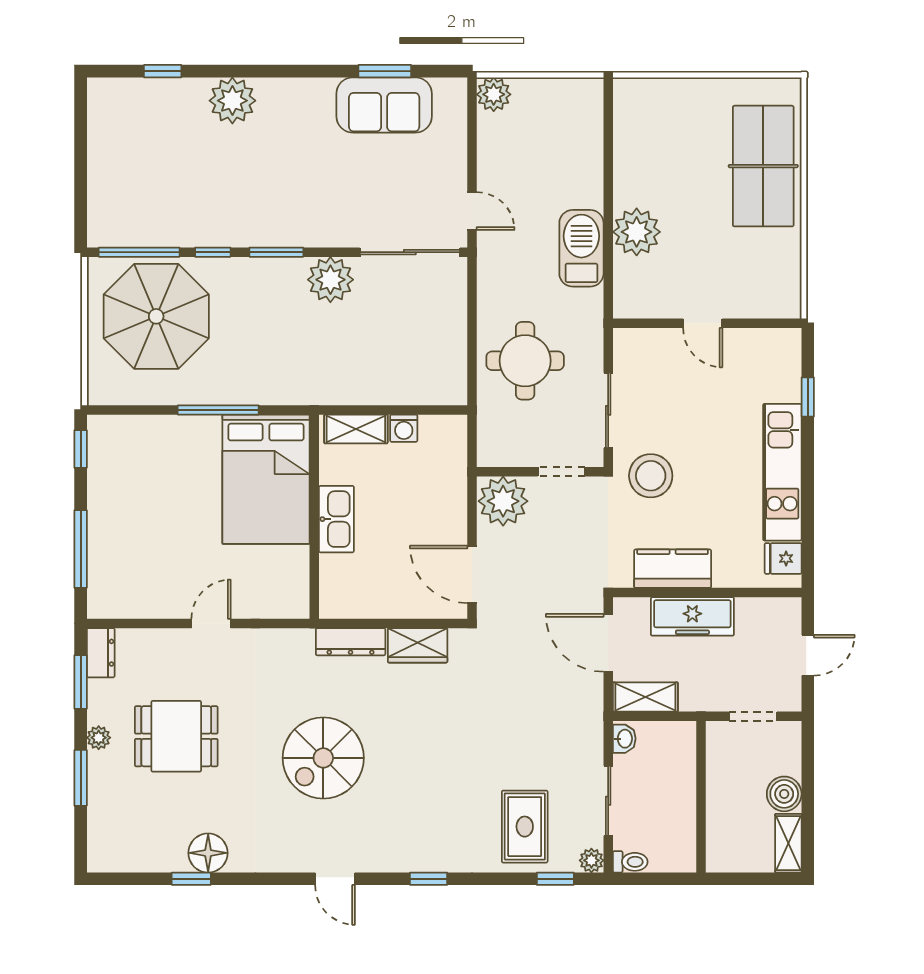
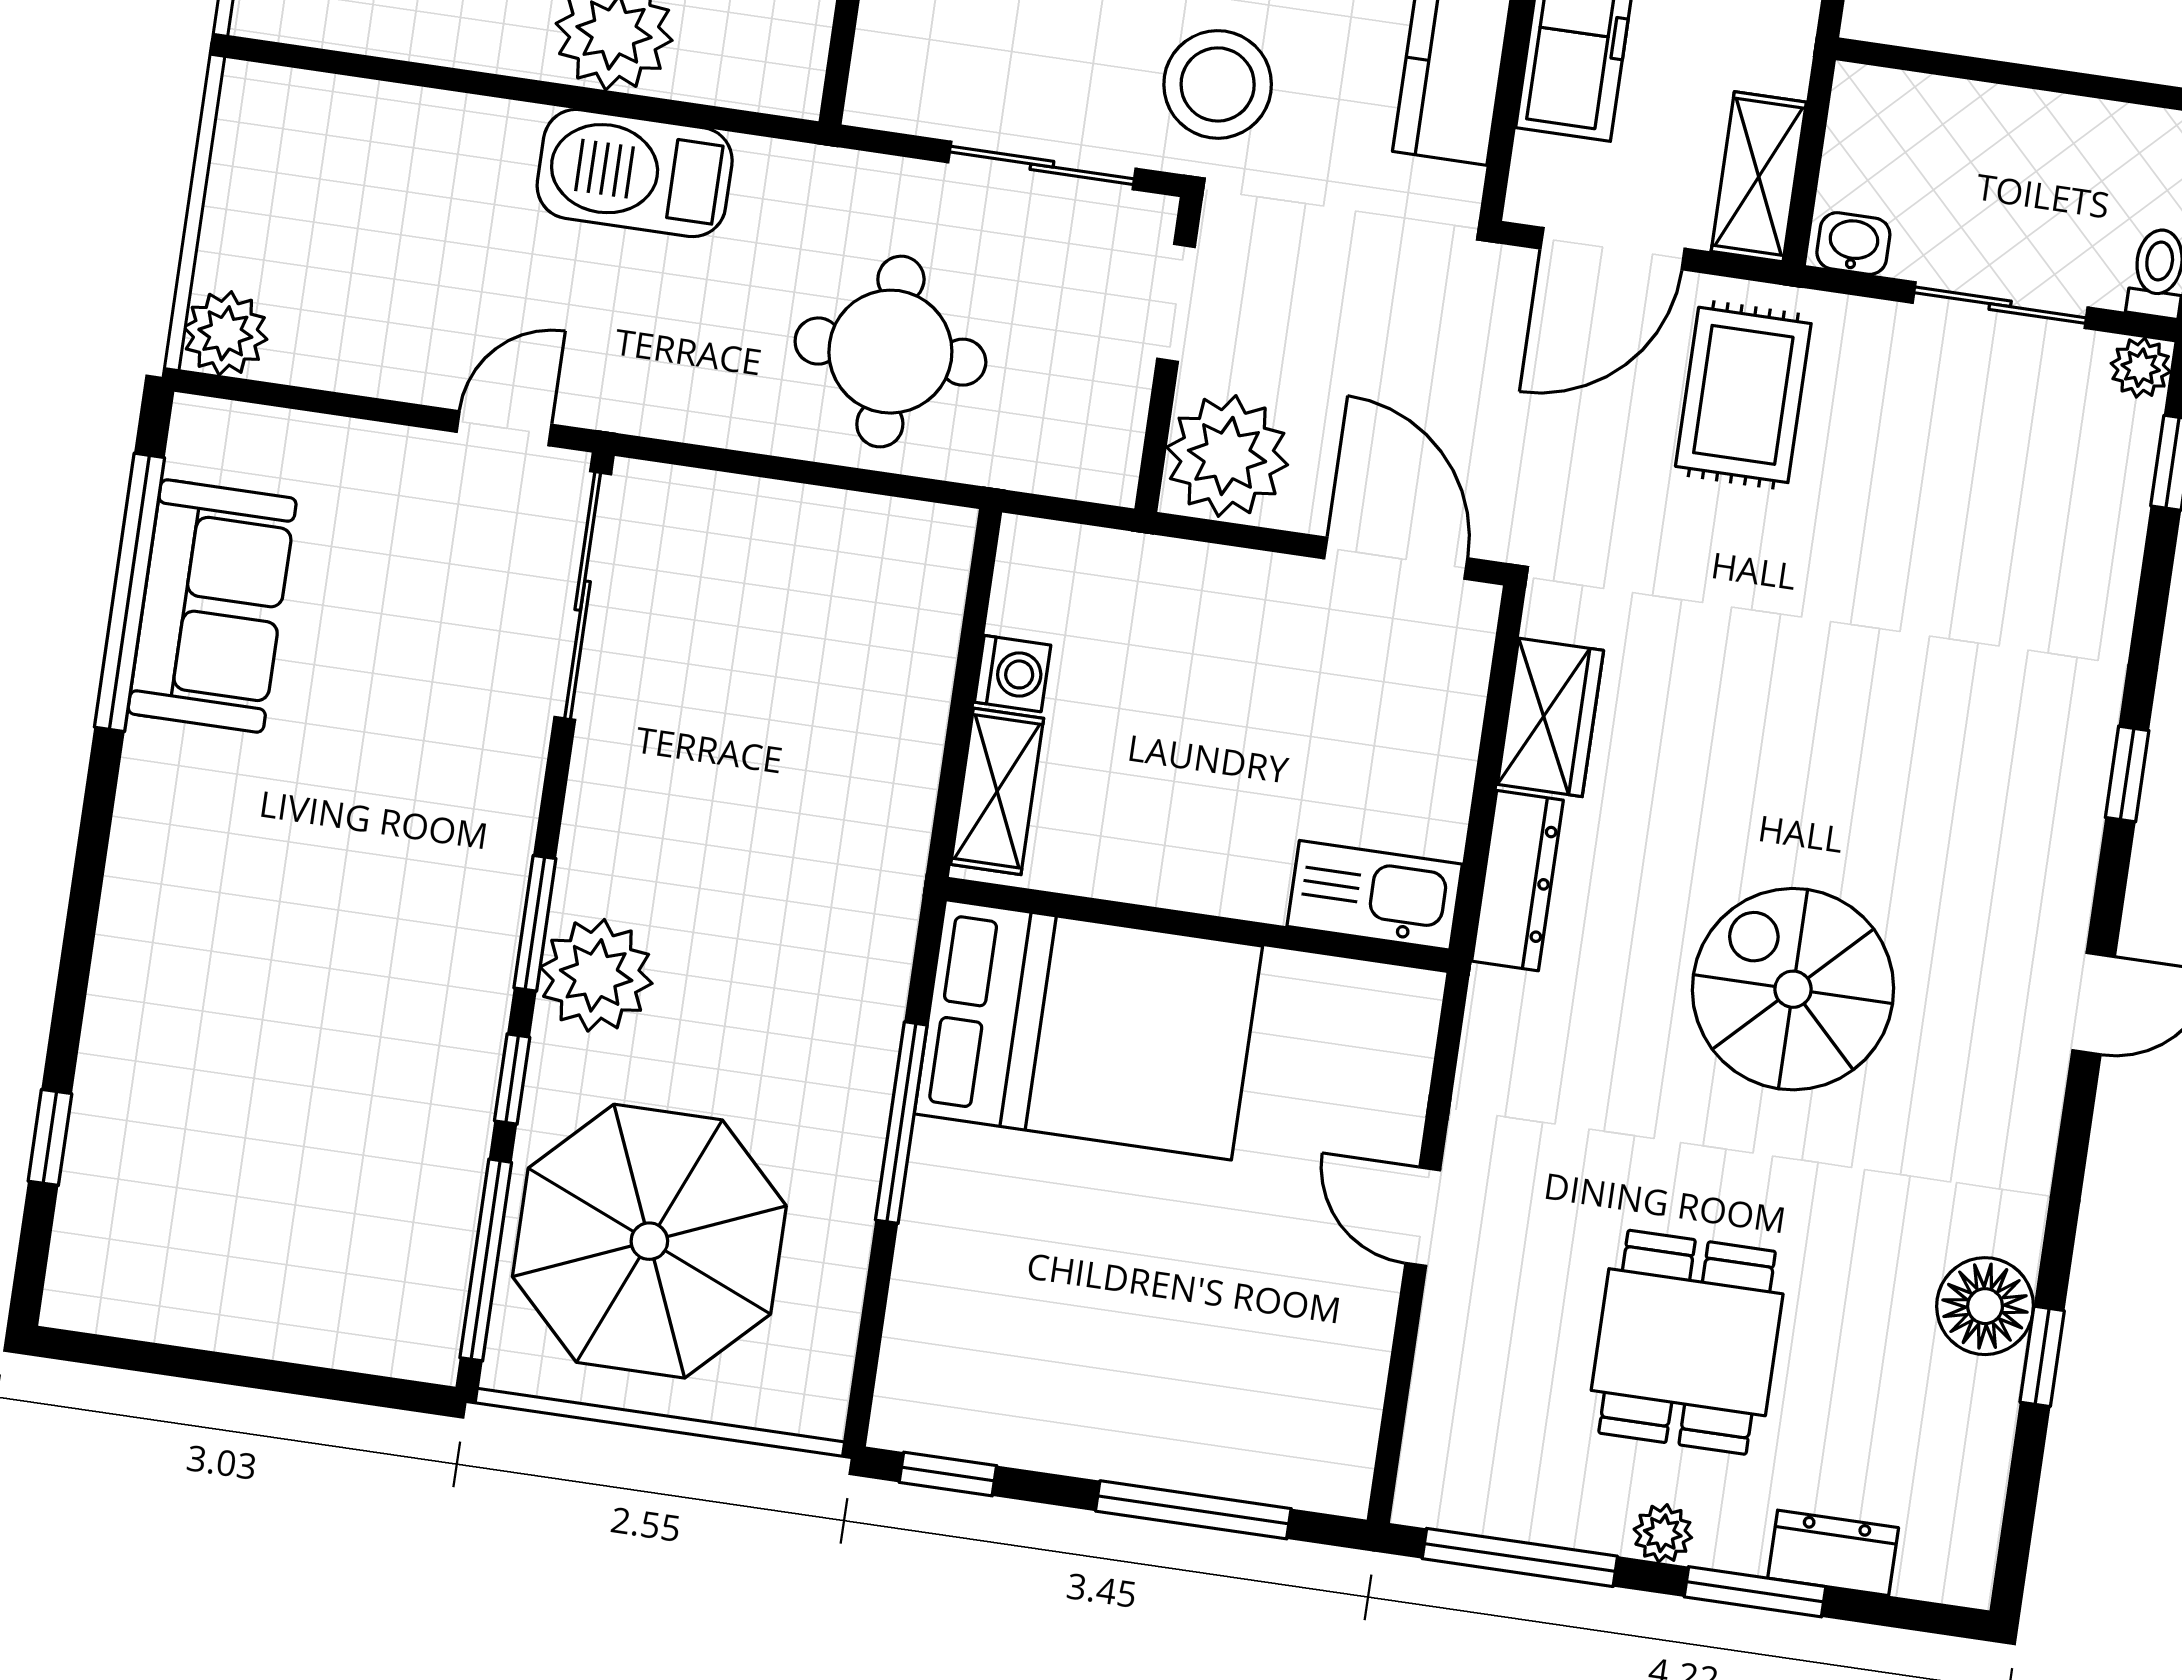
window: (385, 71) -> (129, 592), width x2.11
plant: (232, 101) -> (147, 977), removed
plant: (330, 280) -> (596, 975), moved
kitchen sink: (336, 519) -> (1375, 895), moved
door: (472, 574) -> (1396, 558), swing flipped
dresser: (101, 653) -> (1833, 1553), moved
window: (81, 682) -> (1520, 1557), width x1.44
spiral stairs: (323, 758) -> (1793, 989), turned 180
rug: (525, 827) -> (1743, 395), moved, turned 90

